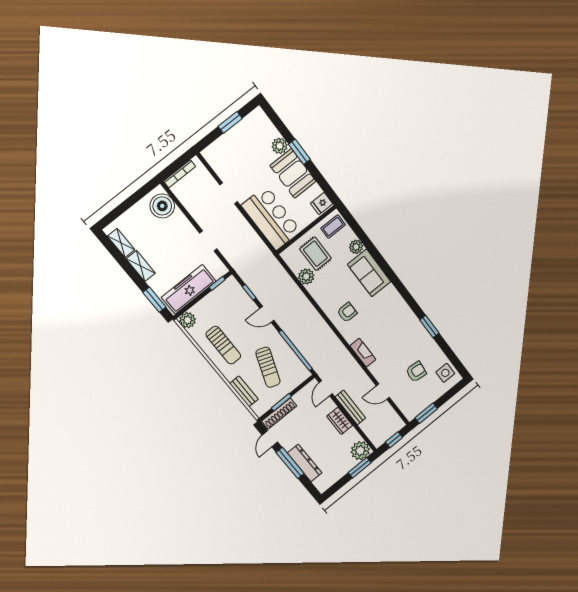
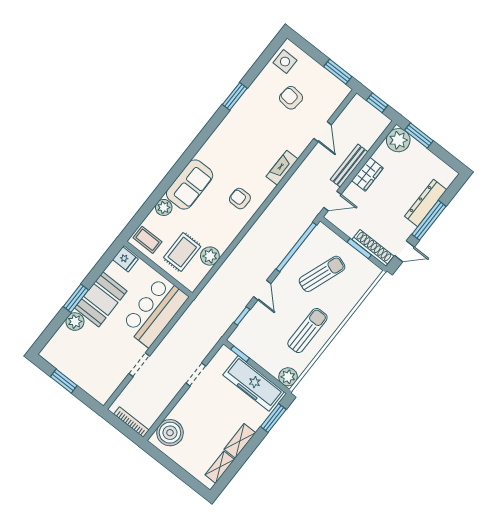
bench: (244, 391) -> (355, 295), removed

